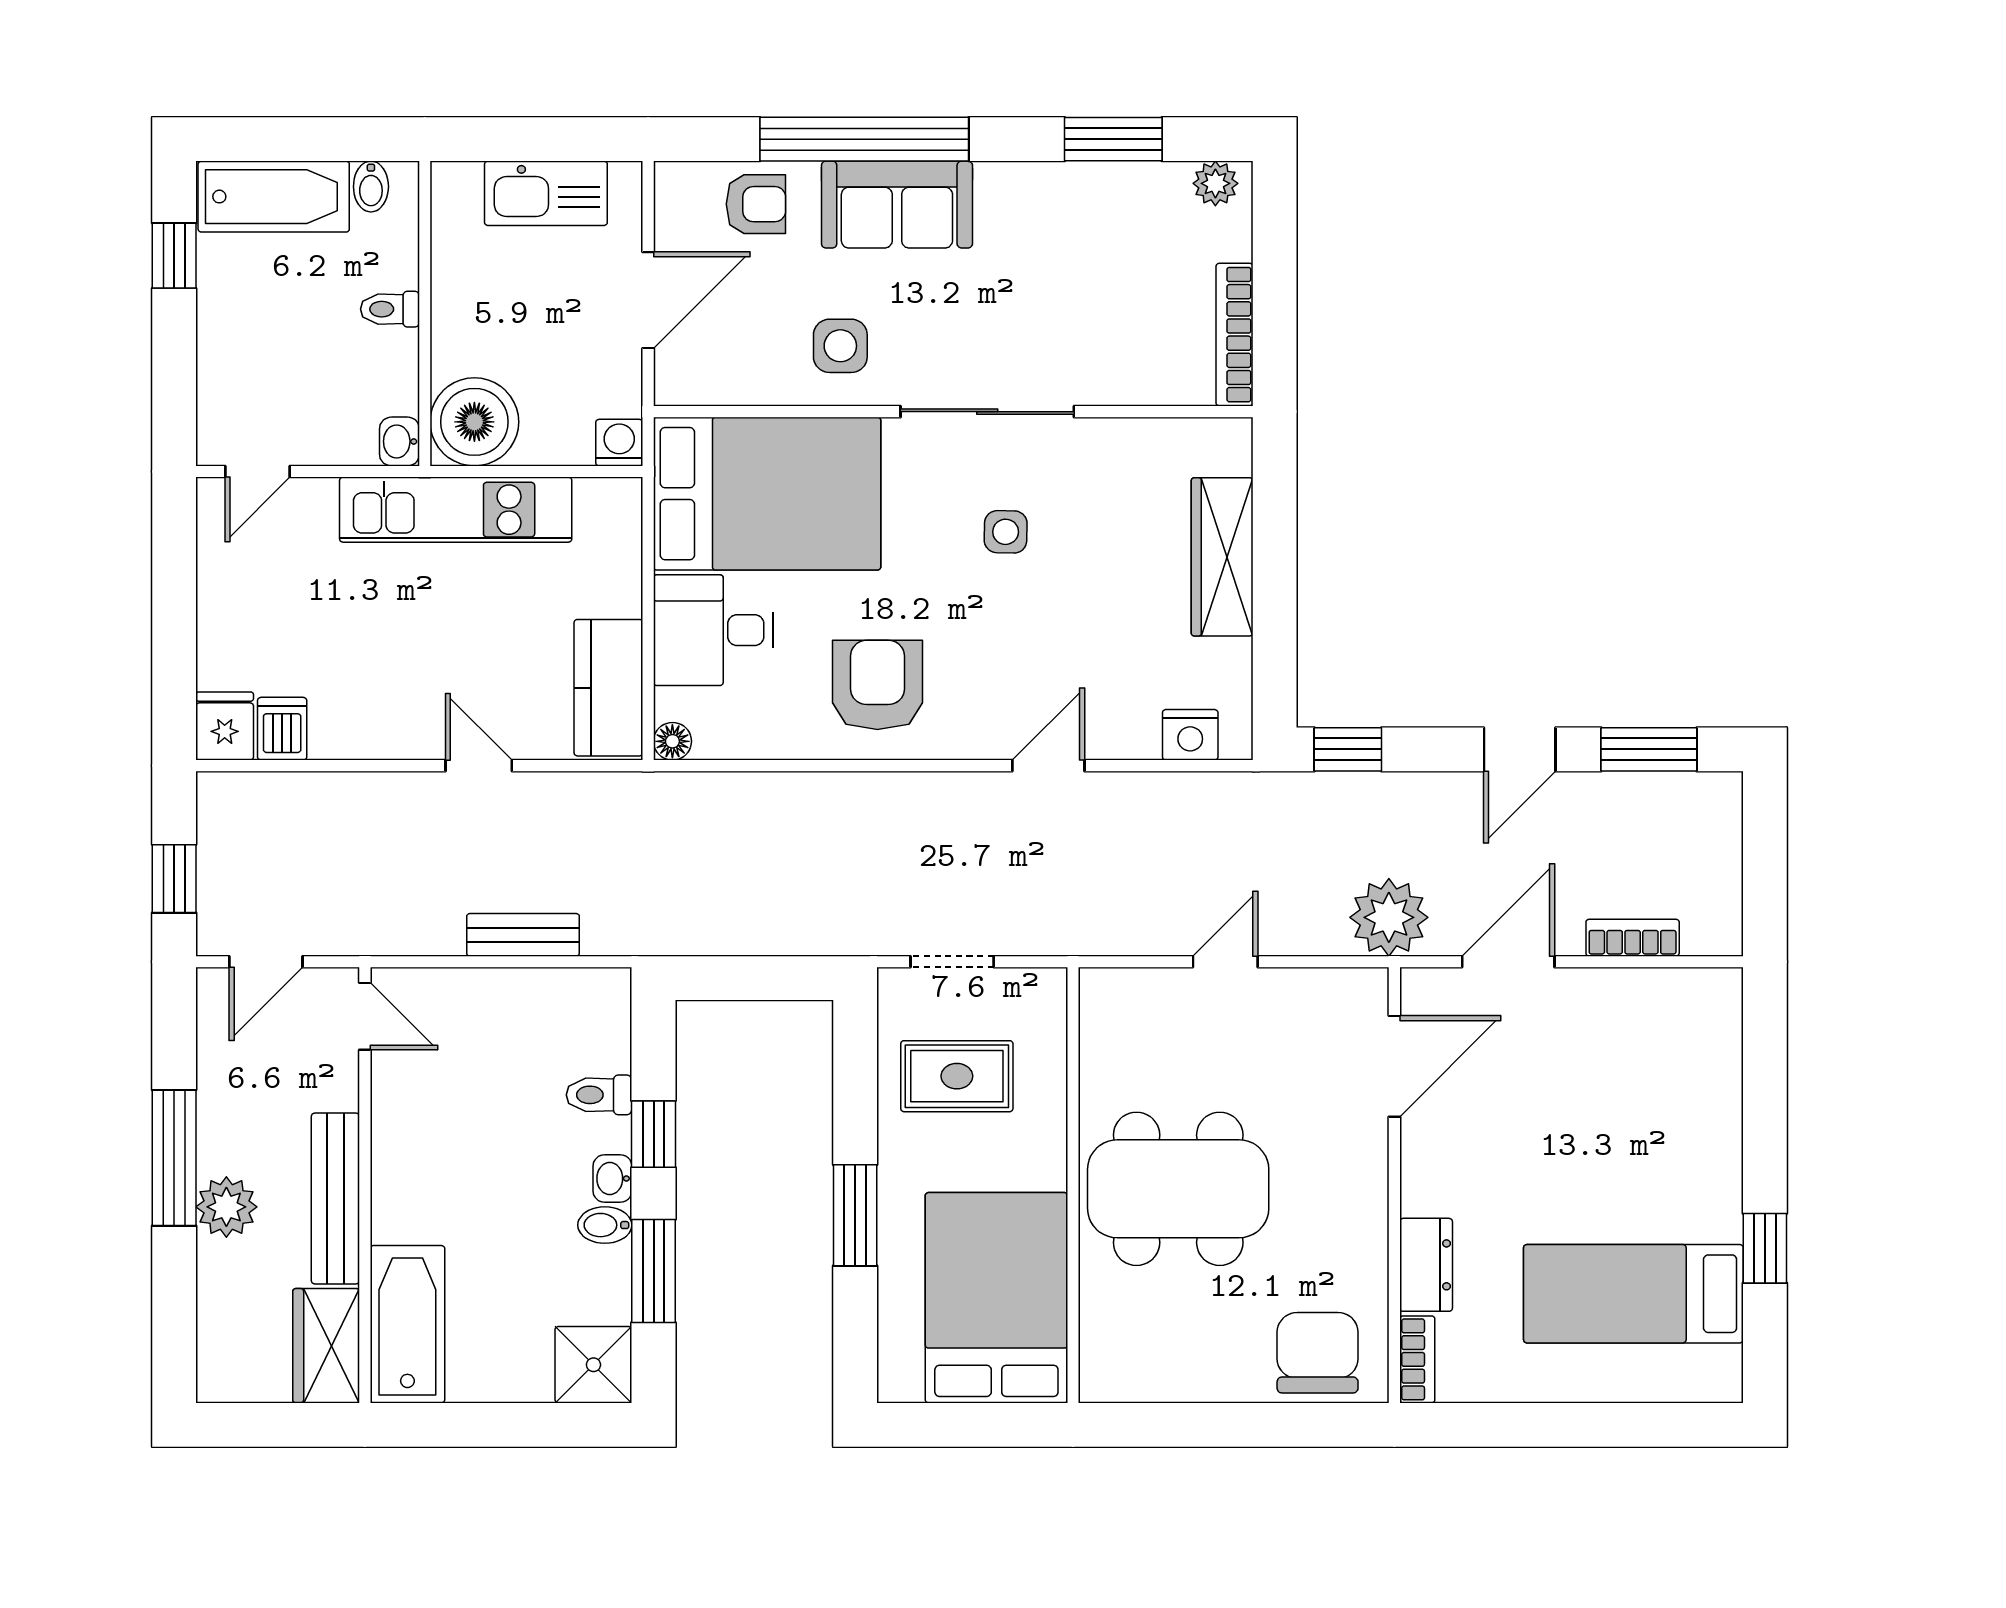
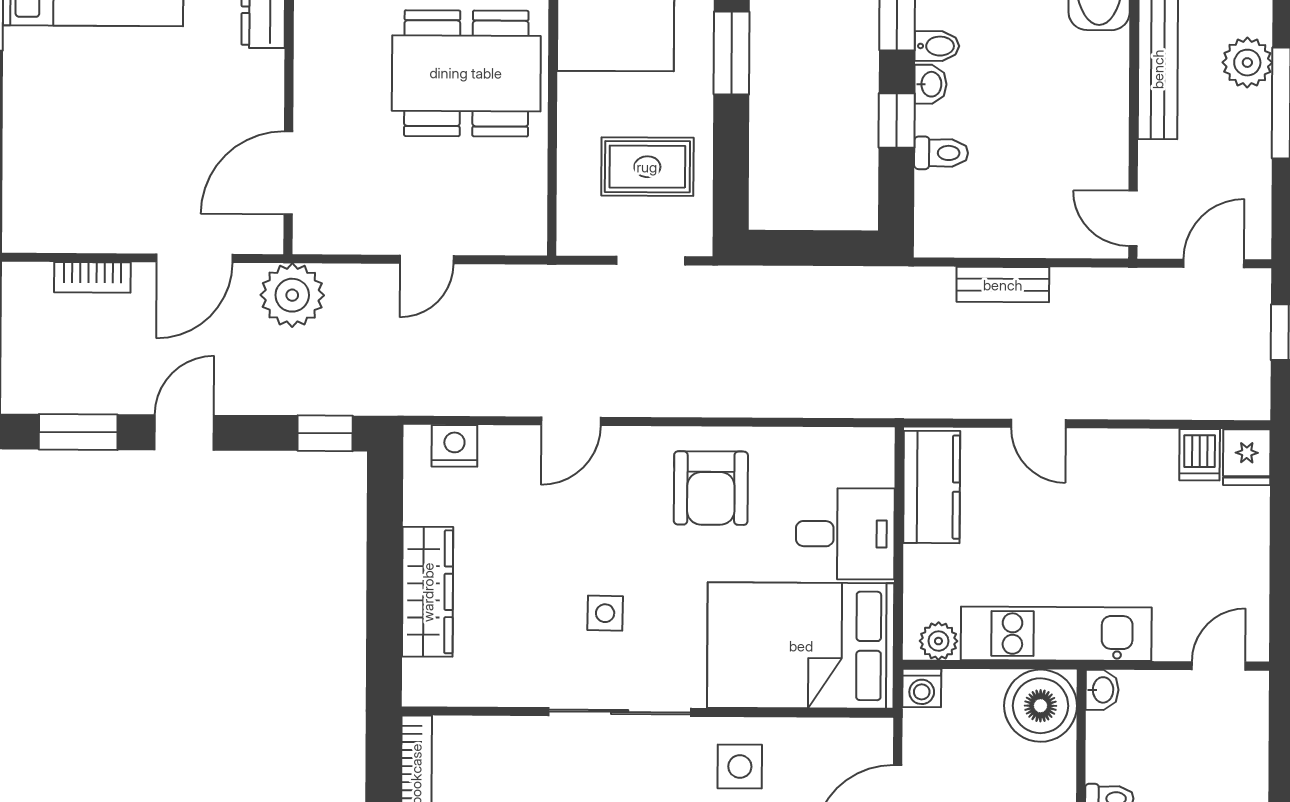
plant: (599, 500) -> (938, 641), added
floor lamp: (672, 741) -> (879, 443), removed

